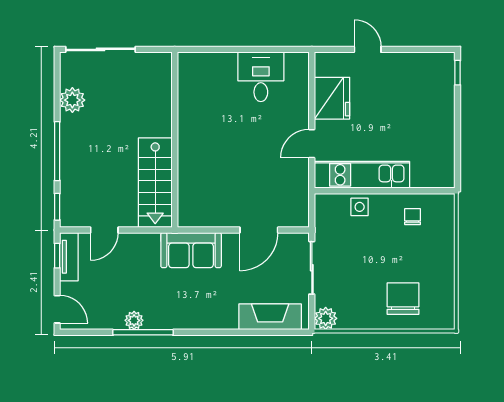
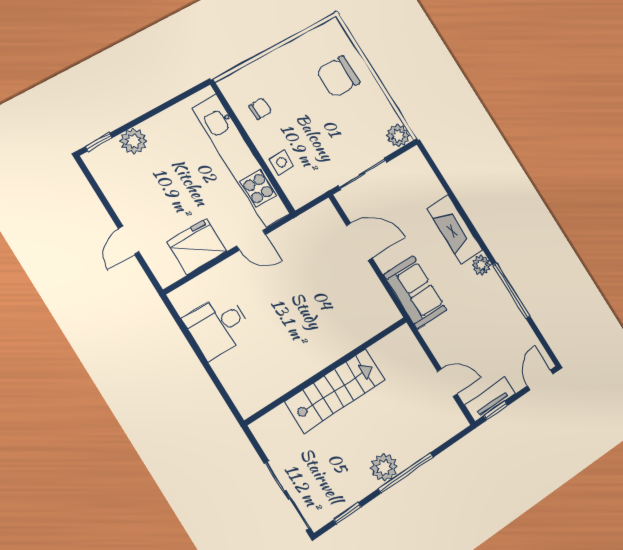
plant: (72, 100) -> (384, 468), moved
plant: (443, 100) -> (134, 141), added
kitchen unit: (362, 175) -> (241, 161), width x1.36
stairs: (155, 183) -> (335, 390), moved
window: (57, 207) -> (347, 513), moved
chair: (413, 217) -> (260, 109), turned 180
fireplace: (270, 317) -> (455, 229), moved
plant: (134, 320) -> (481, 265), moved

